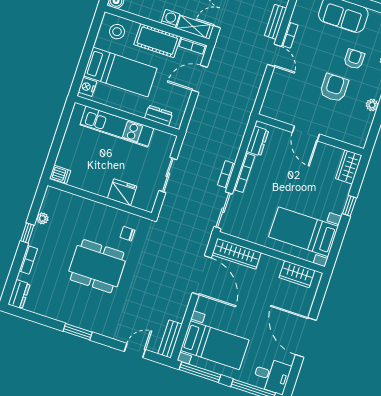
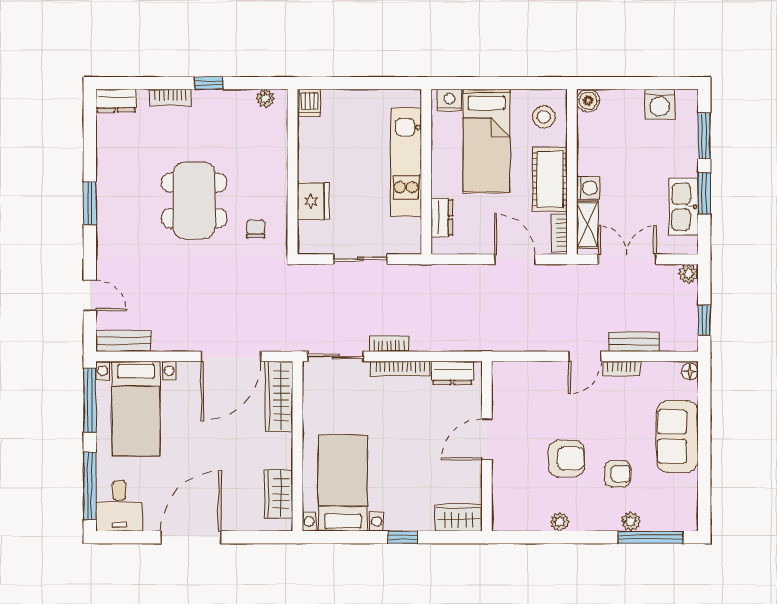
plant: (42, 218) -> (265, 98), moved

